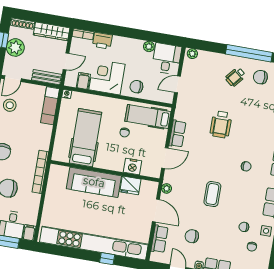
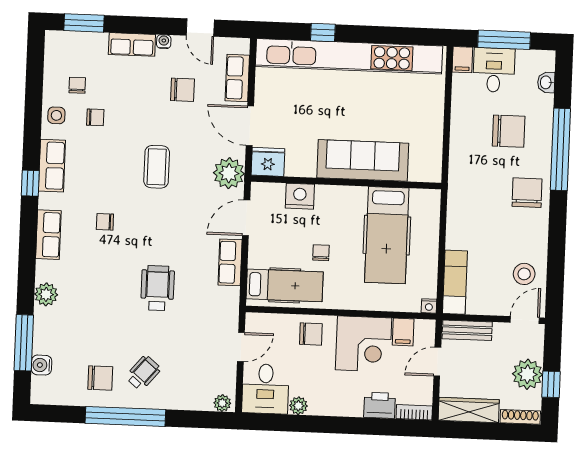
bookcase: (40, 172) -> (457, 166), removed
fridge: (130, 185) -> (268, 162), moved
plant: (167, 188) -> (229, 173), width x1.87, depth x1.87

